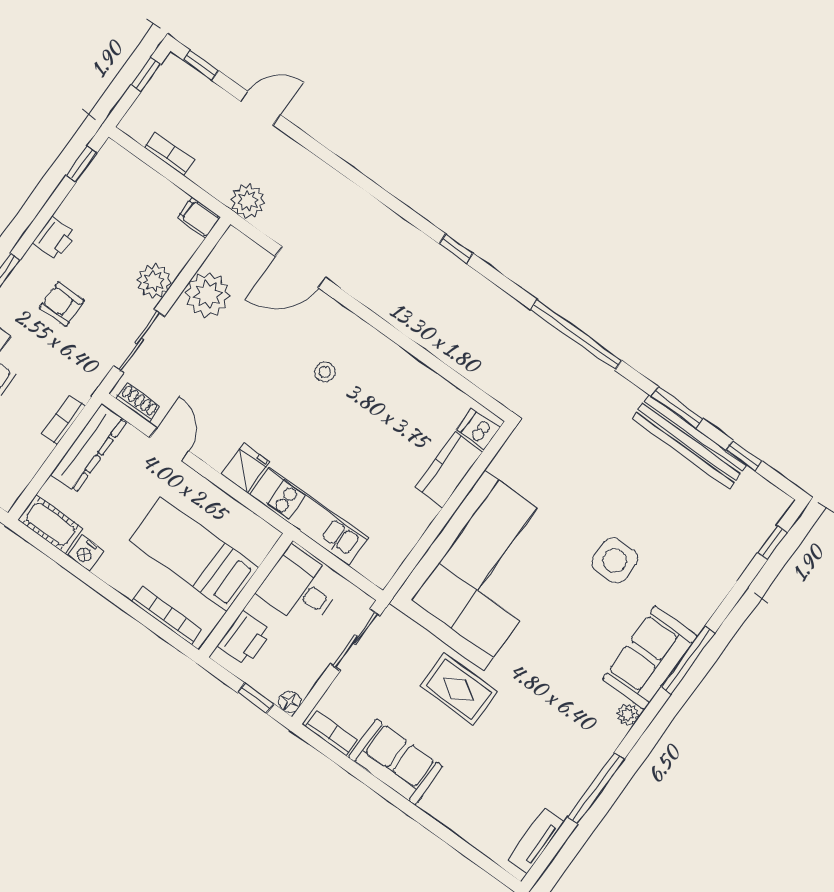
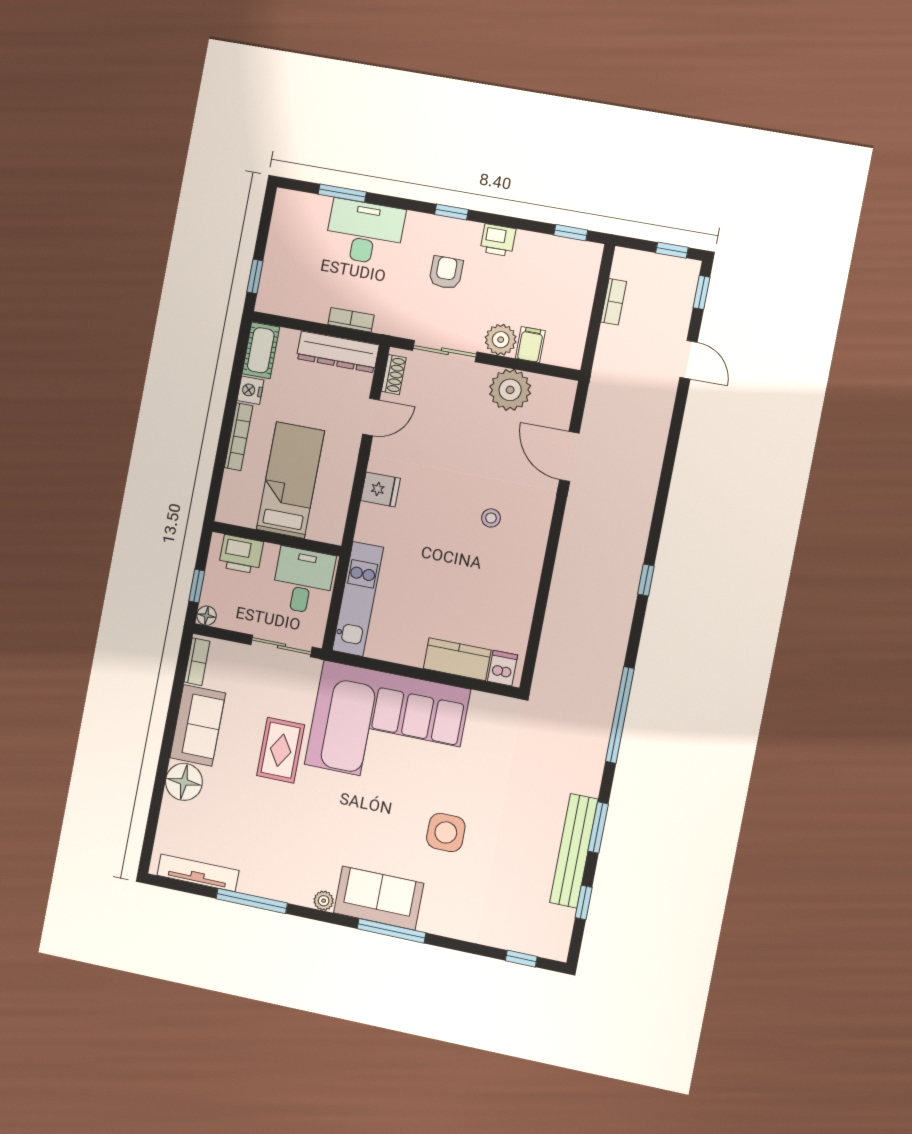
plant: (248, 201) -> (605, 386), removed
filing cabinet: (199, 218) -> (530, 345), moved
kitchen unit: (309, 516) -> (358, 599), moved
bookcase: (167, 616) -> (239, 437), moved
floor lamp: (446, 802) -> (184, 782), added
tv unit: (536, 841) -> (198, 873), width x1.41

